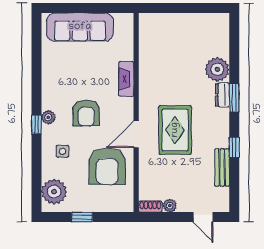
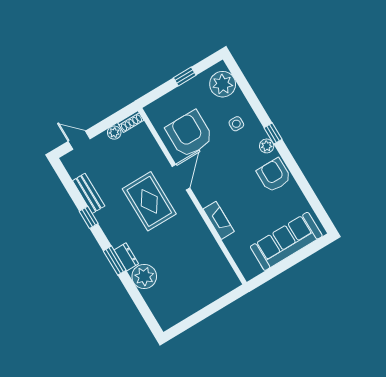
armchair: (86, 113) -> (274, 175), moved

